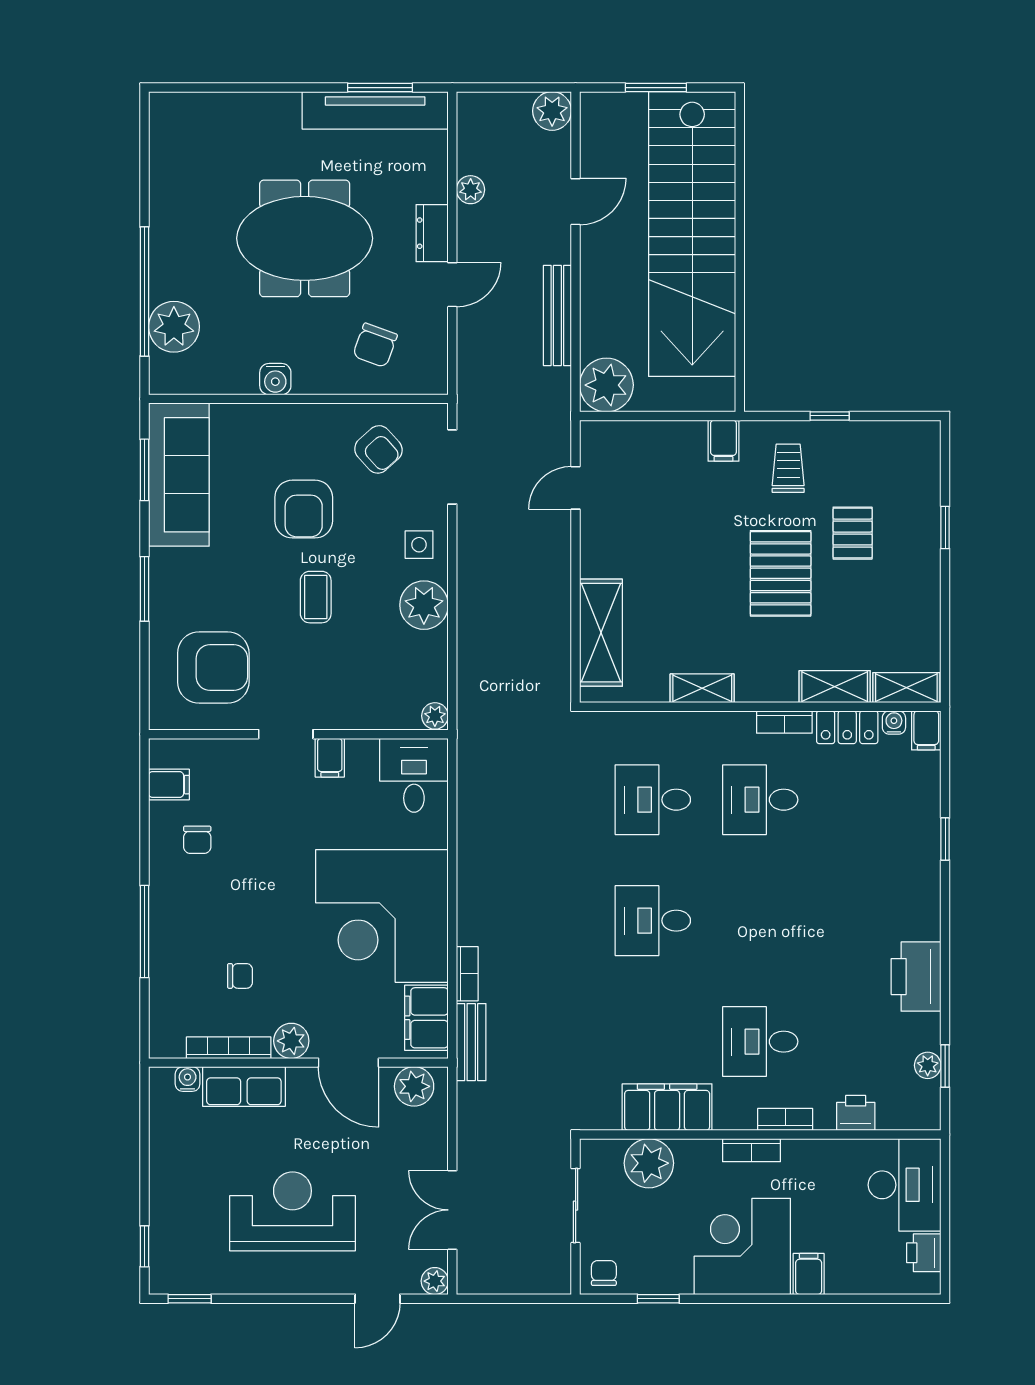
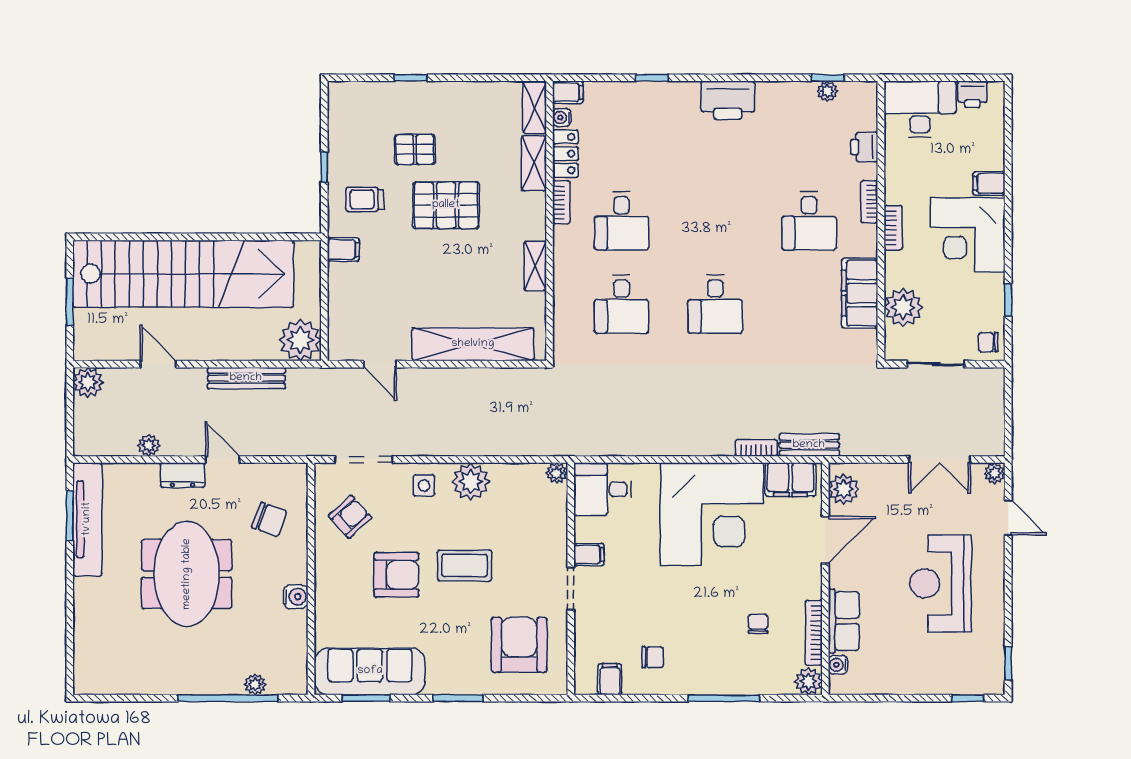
plant: (174, 327) -> (255, 684), width x0.53, depth x0.53
coffee table: (316, 597) -> (465, 565), width x1.36, depth x1.30
shelving: (601, 633) -> (473, 344), width x1.47
printer: (916, 977) -> (728, 100), moved
plant: (291, 1041) -> (808, 681), moved

